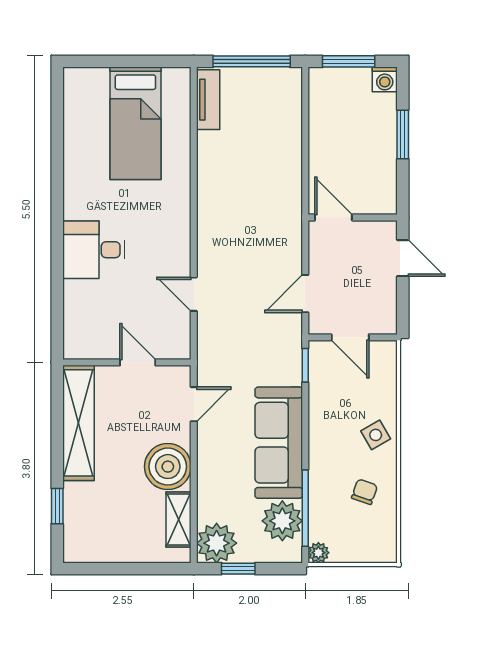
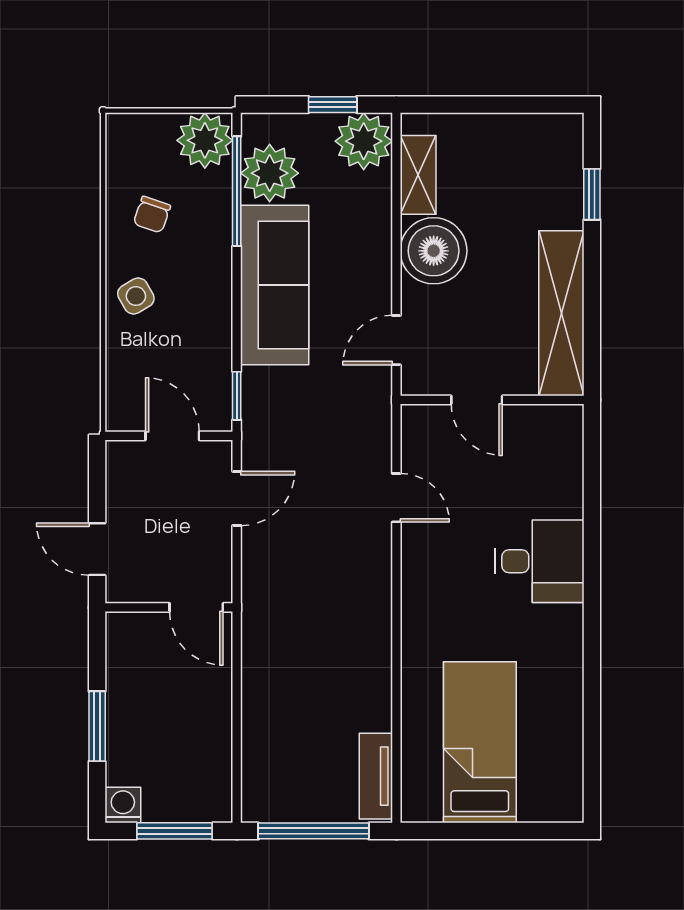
plant: (318, 553) -> (205, 140), width x1.88, depth x1.88

